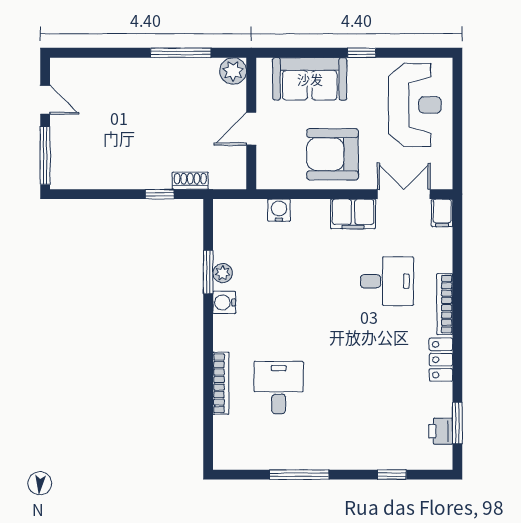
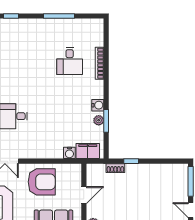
filing cabinet: (353, 214) -> (88, 151), moved

